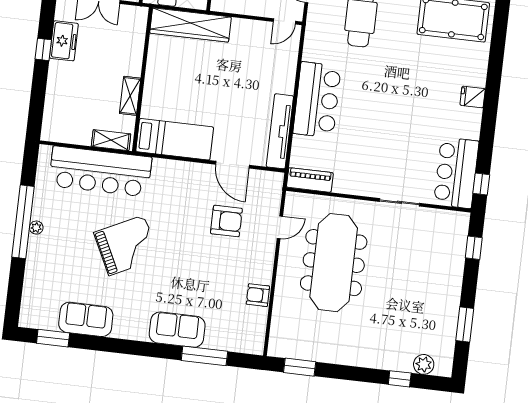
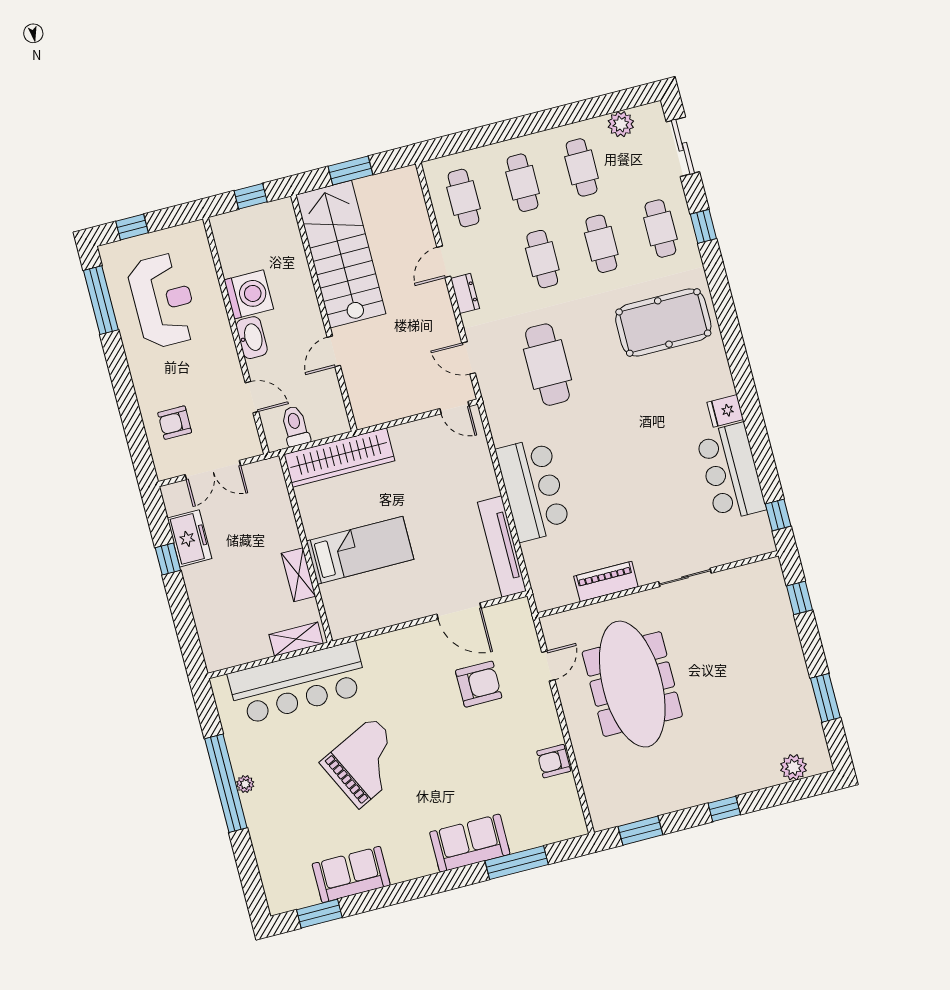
door: (284, 21) -> (455, 408), hinge flipped
bed: (175, 139) -> (360, 550), moved
bar counter: (456, 173) -> (731, 472), moved
piano: (310, 180) -> (606, 581), moved
window: (400, 379) -> (724, 809), moved

